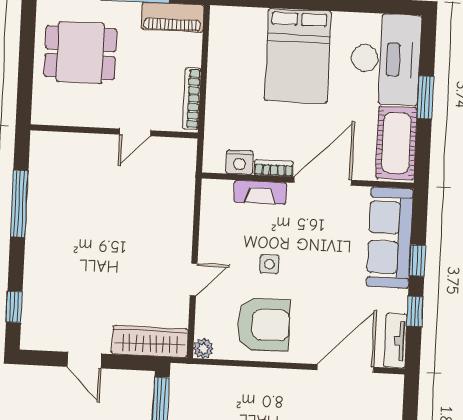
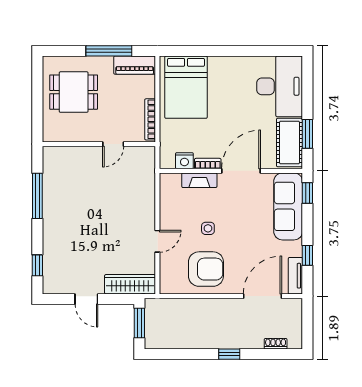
bed: (298, 56) -> (186, 87), moved
window: (425, 97) -> (307, 134), moved
window: (417, 261) -> (307, 193), moved
plant: (203, 348) -> (166, 287), removed

